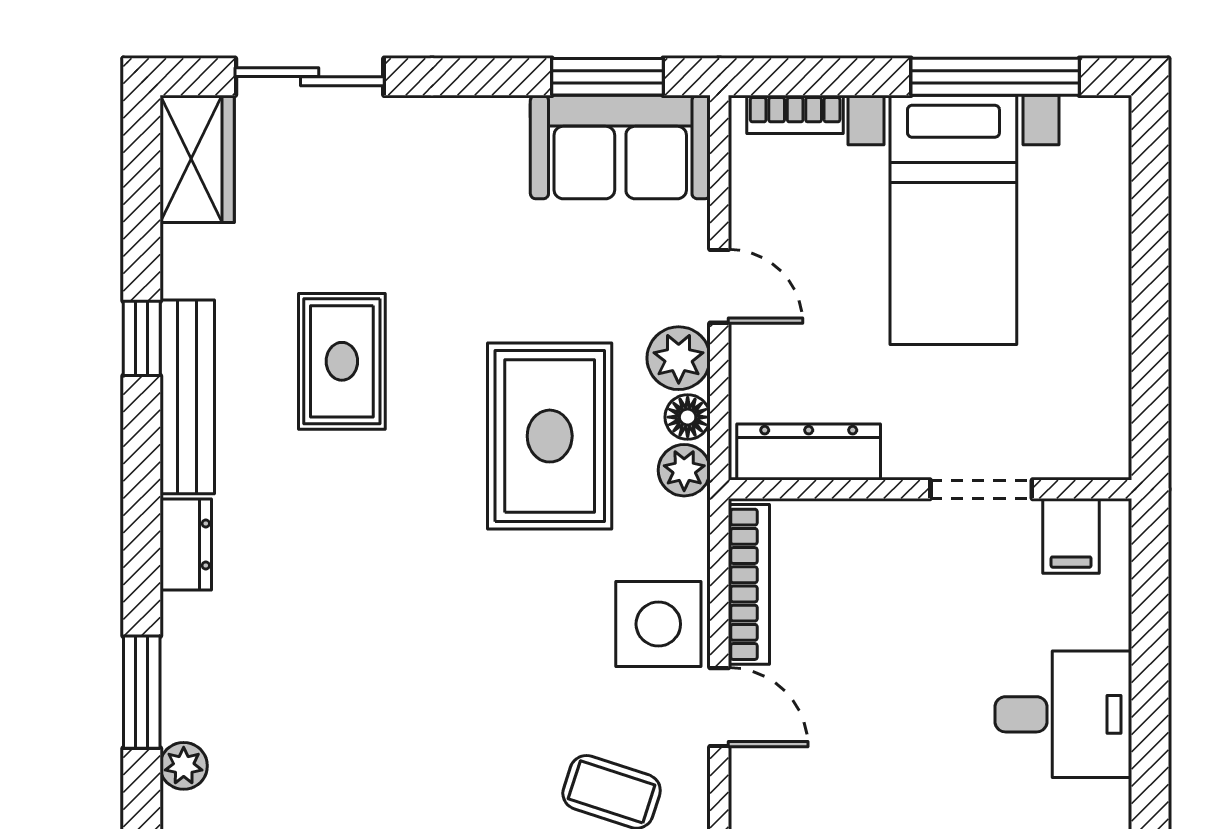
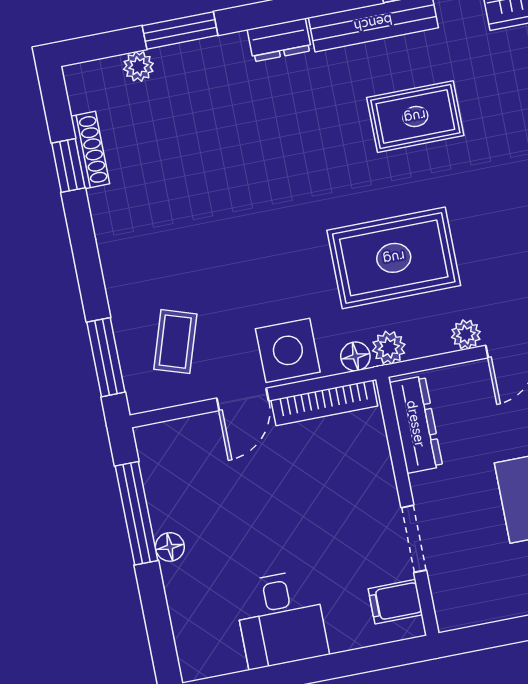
plant: (679, 358) -> (466, 334), width x0.73, depth x0.73
floor lamp: (688, 417) -> (355, 356), moved

